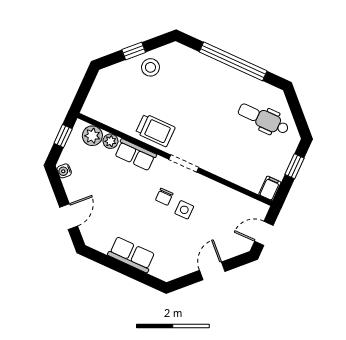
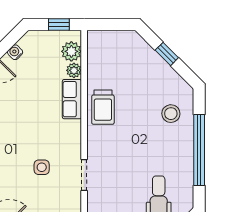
stool: (150, 67) -> (171, 114), moved
doorway: (184, 163) -> (84, 175), moved
water cooler: (64, 171) -> (15, 52), moved
chair: (164, 197) -> (45, 143), removed

